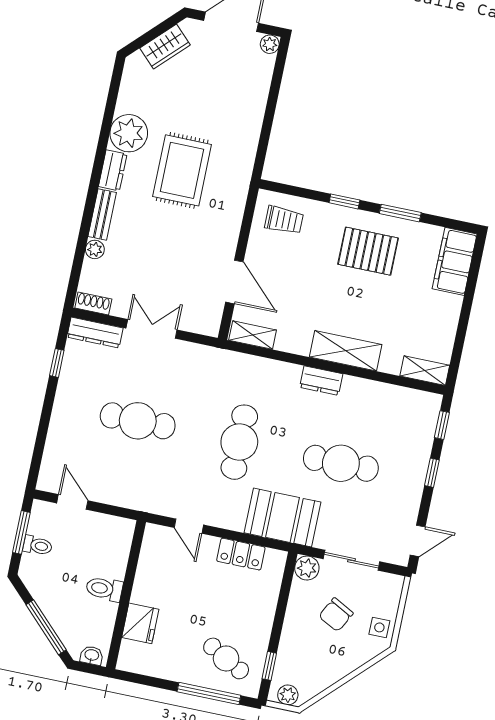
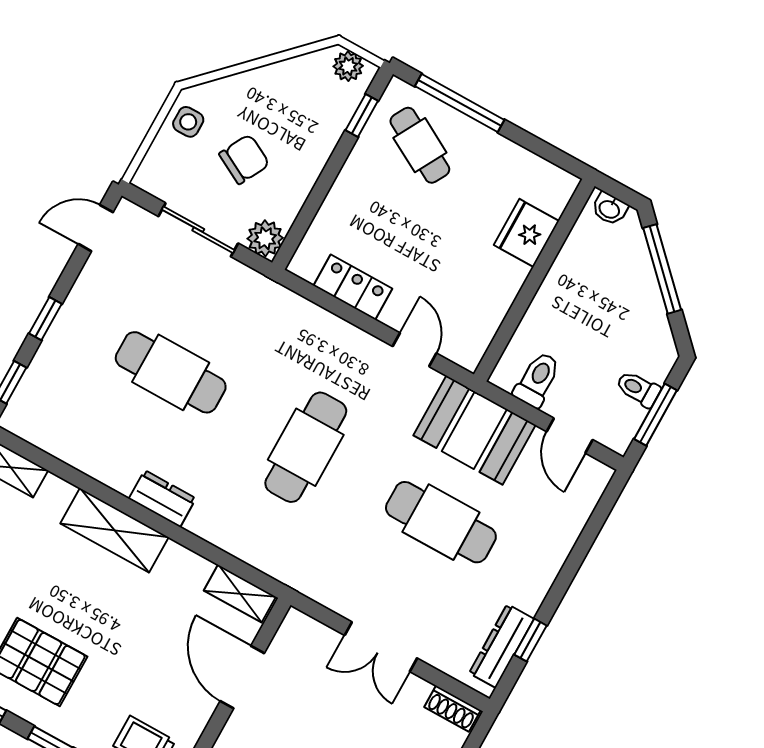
dresser: (95, 333) -> (502, 646), moved, turned -90
booth: (283, 517) -> (474, 430), moved
toilet: (104, 589) -> (537, 380), moved, turned -90

